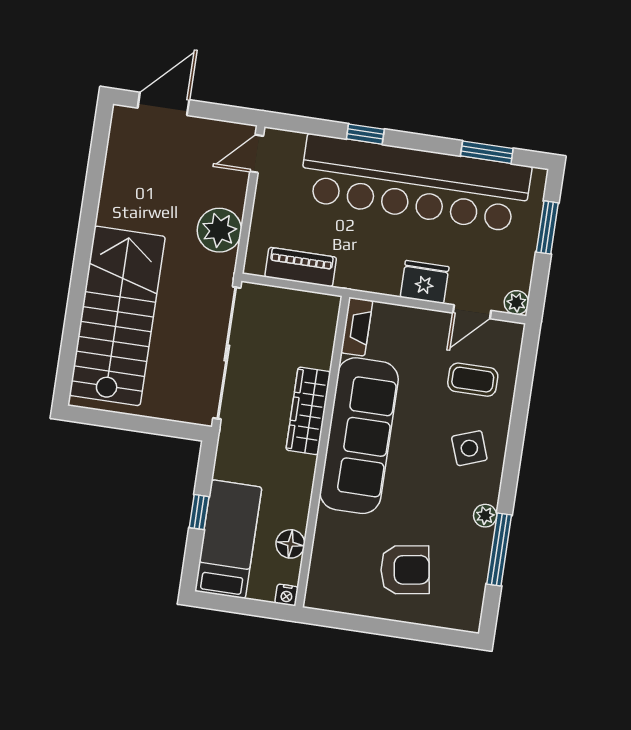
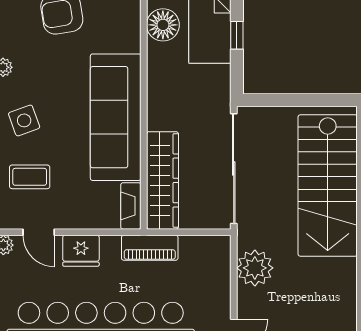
piano: (301, 267) -> (150, 248), moved
door: (472, 312) -> (39, 232), swing flipped
wardrobe: (308, 411) -> (162, 180), moved, width x1.40, depth x1.17
floor lamp: (290, 544) -> (163, 25), width x1.38, depth x1.38

